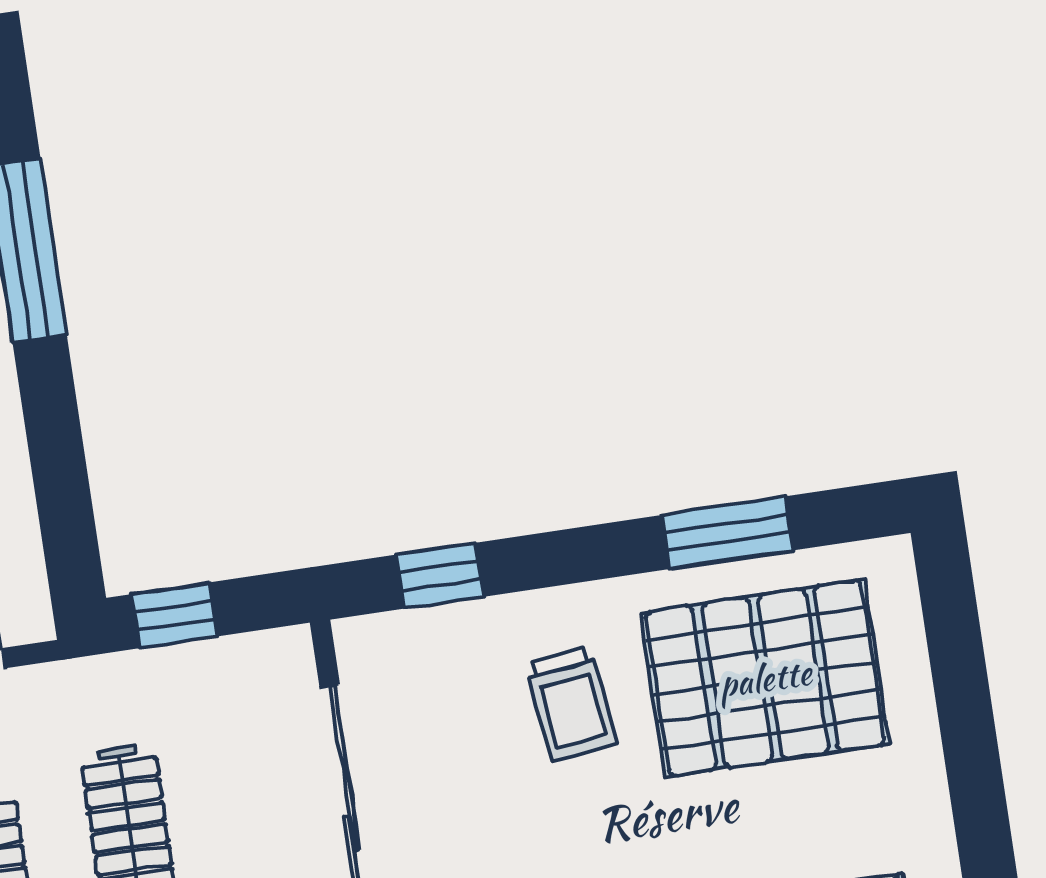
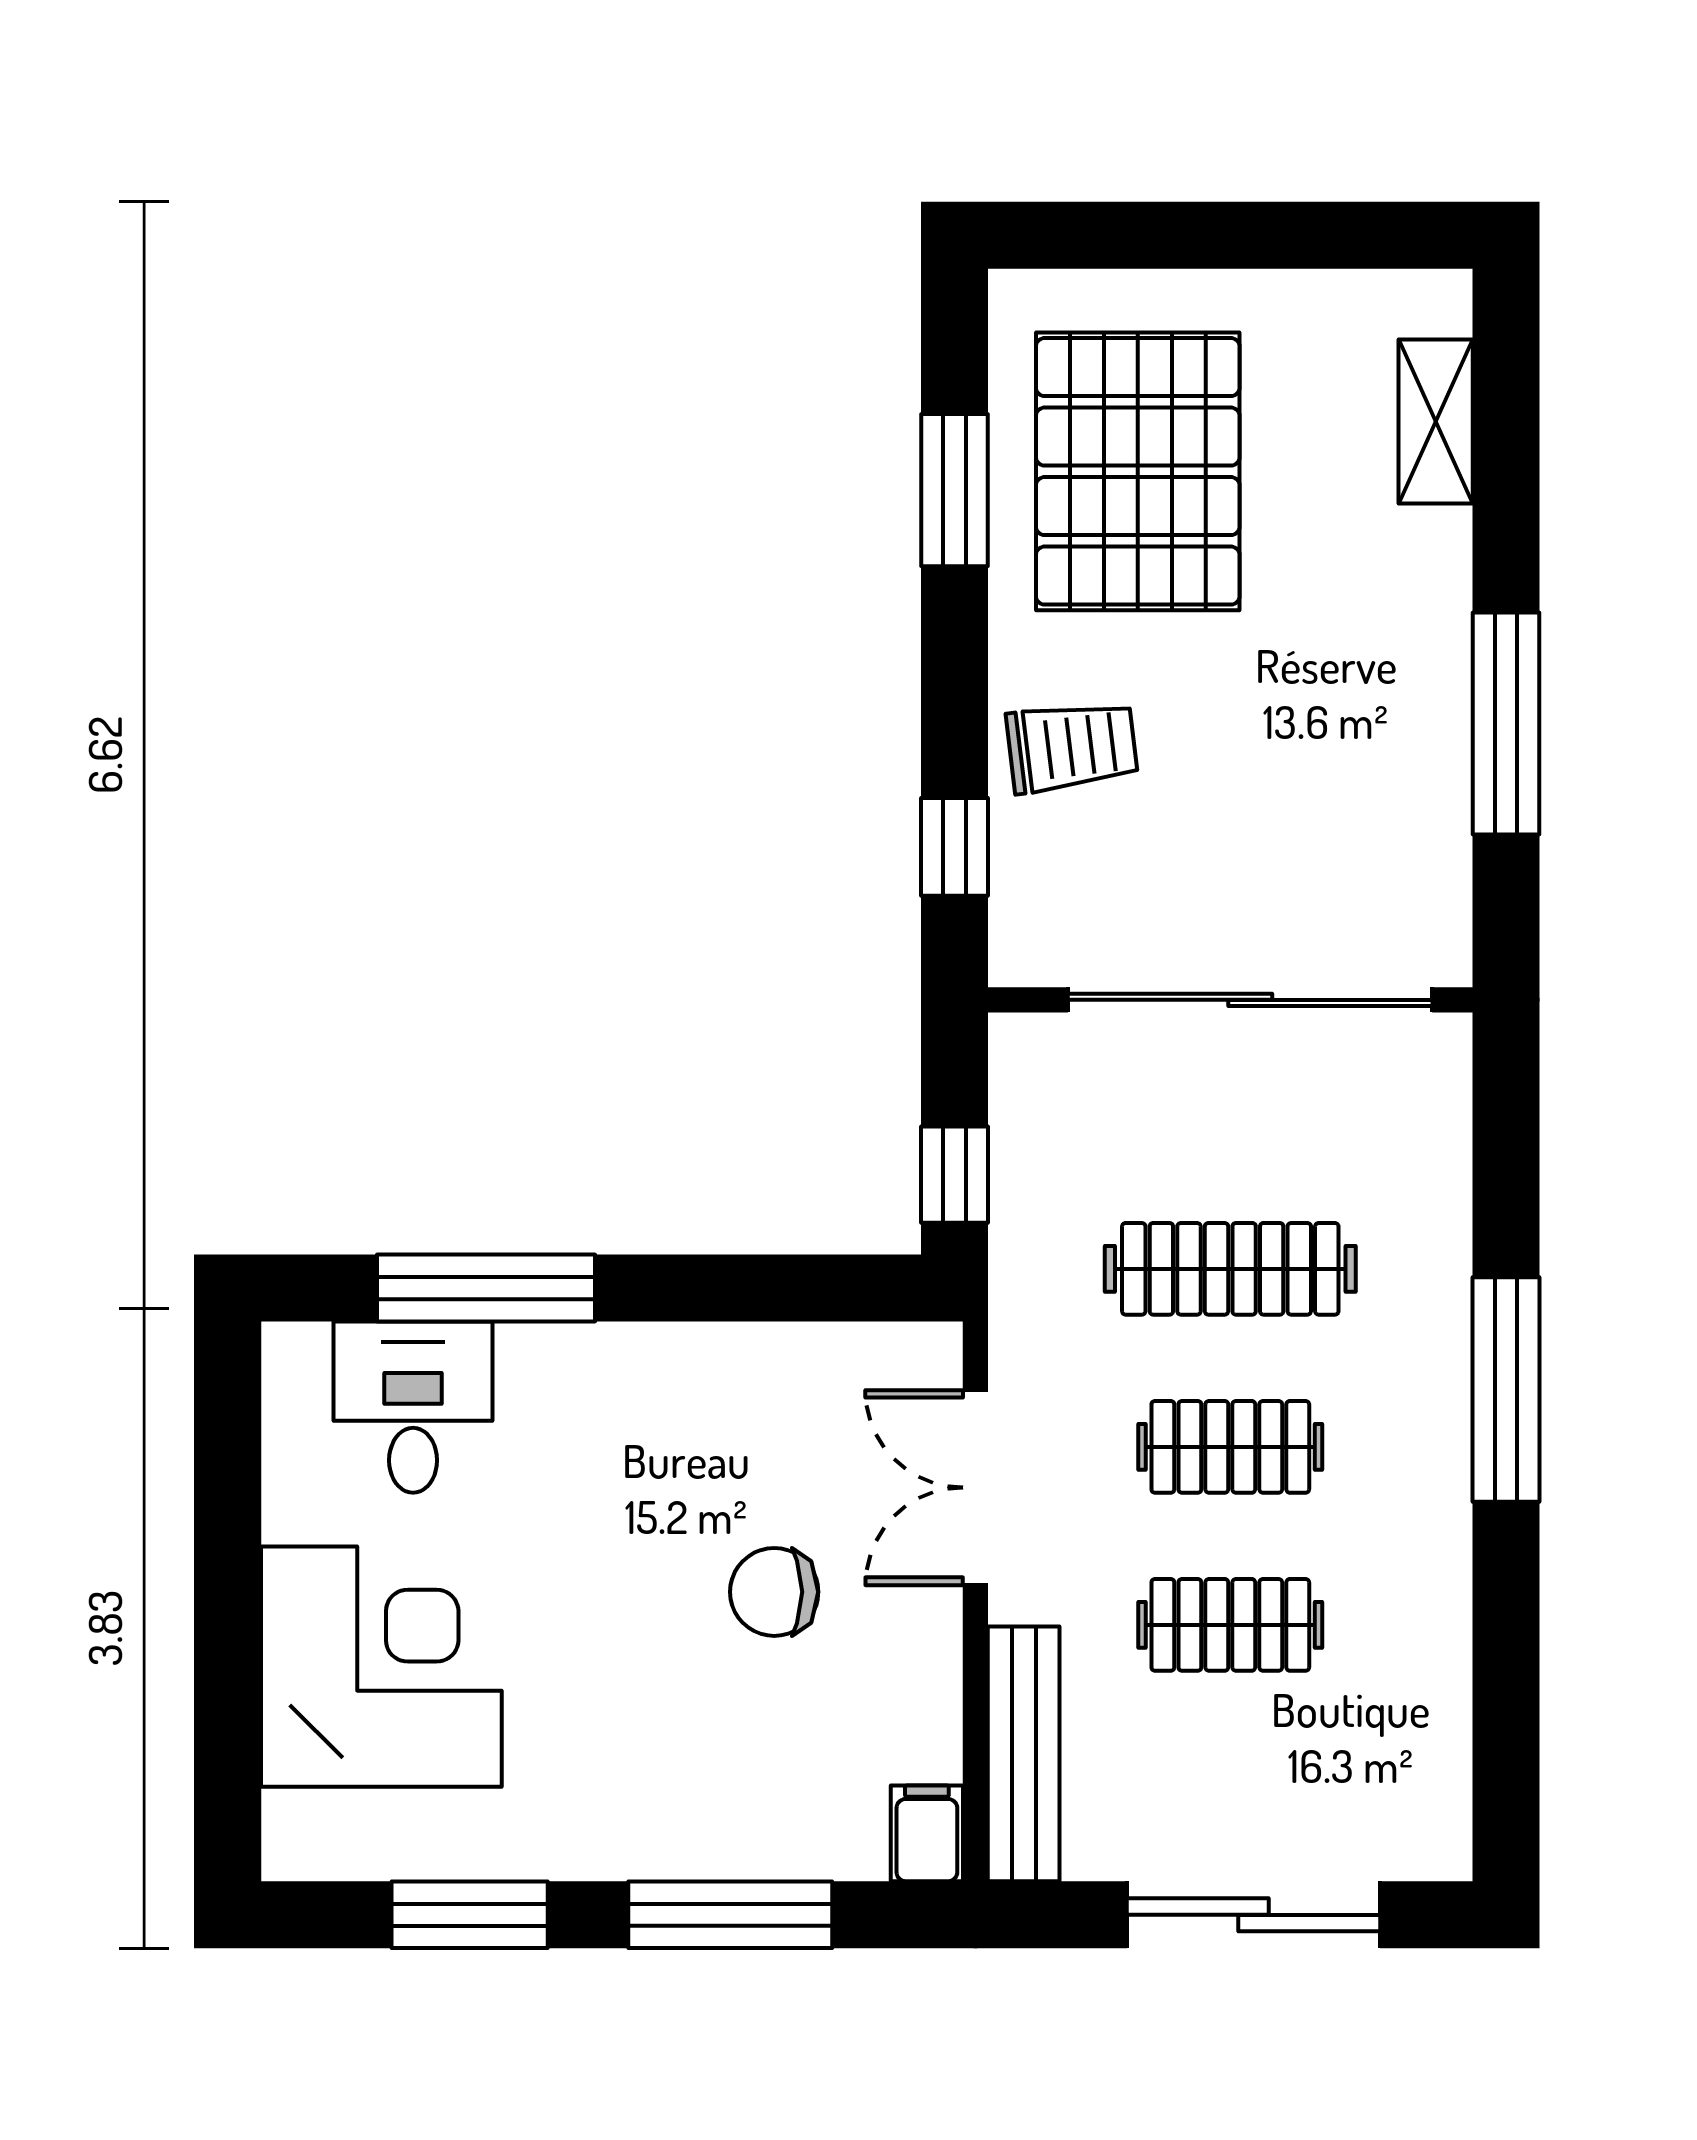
trolley: (571, 704) -> (1072, 747), moved

